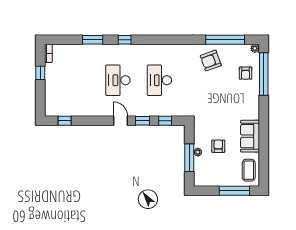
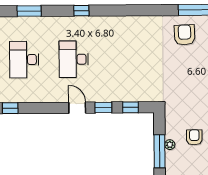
window: (93, 40) -> (29, 11), moved
armchair: (211, 61) -> (185, 35), turned 108
desk: (159, 80) -> (24, 60), moved

